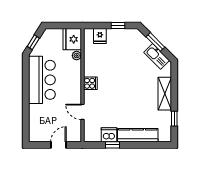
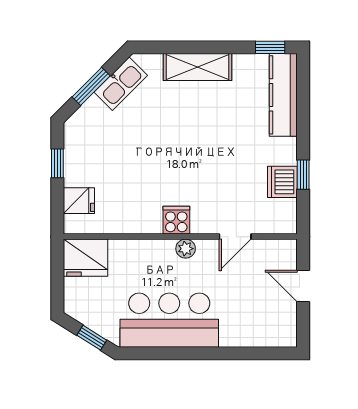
plant: (77, 56) -> (186, 249), moved
window: (174, 119) -> (270, 47), moved
kitchen counter: (138, 135) -> (283, 95), moved

